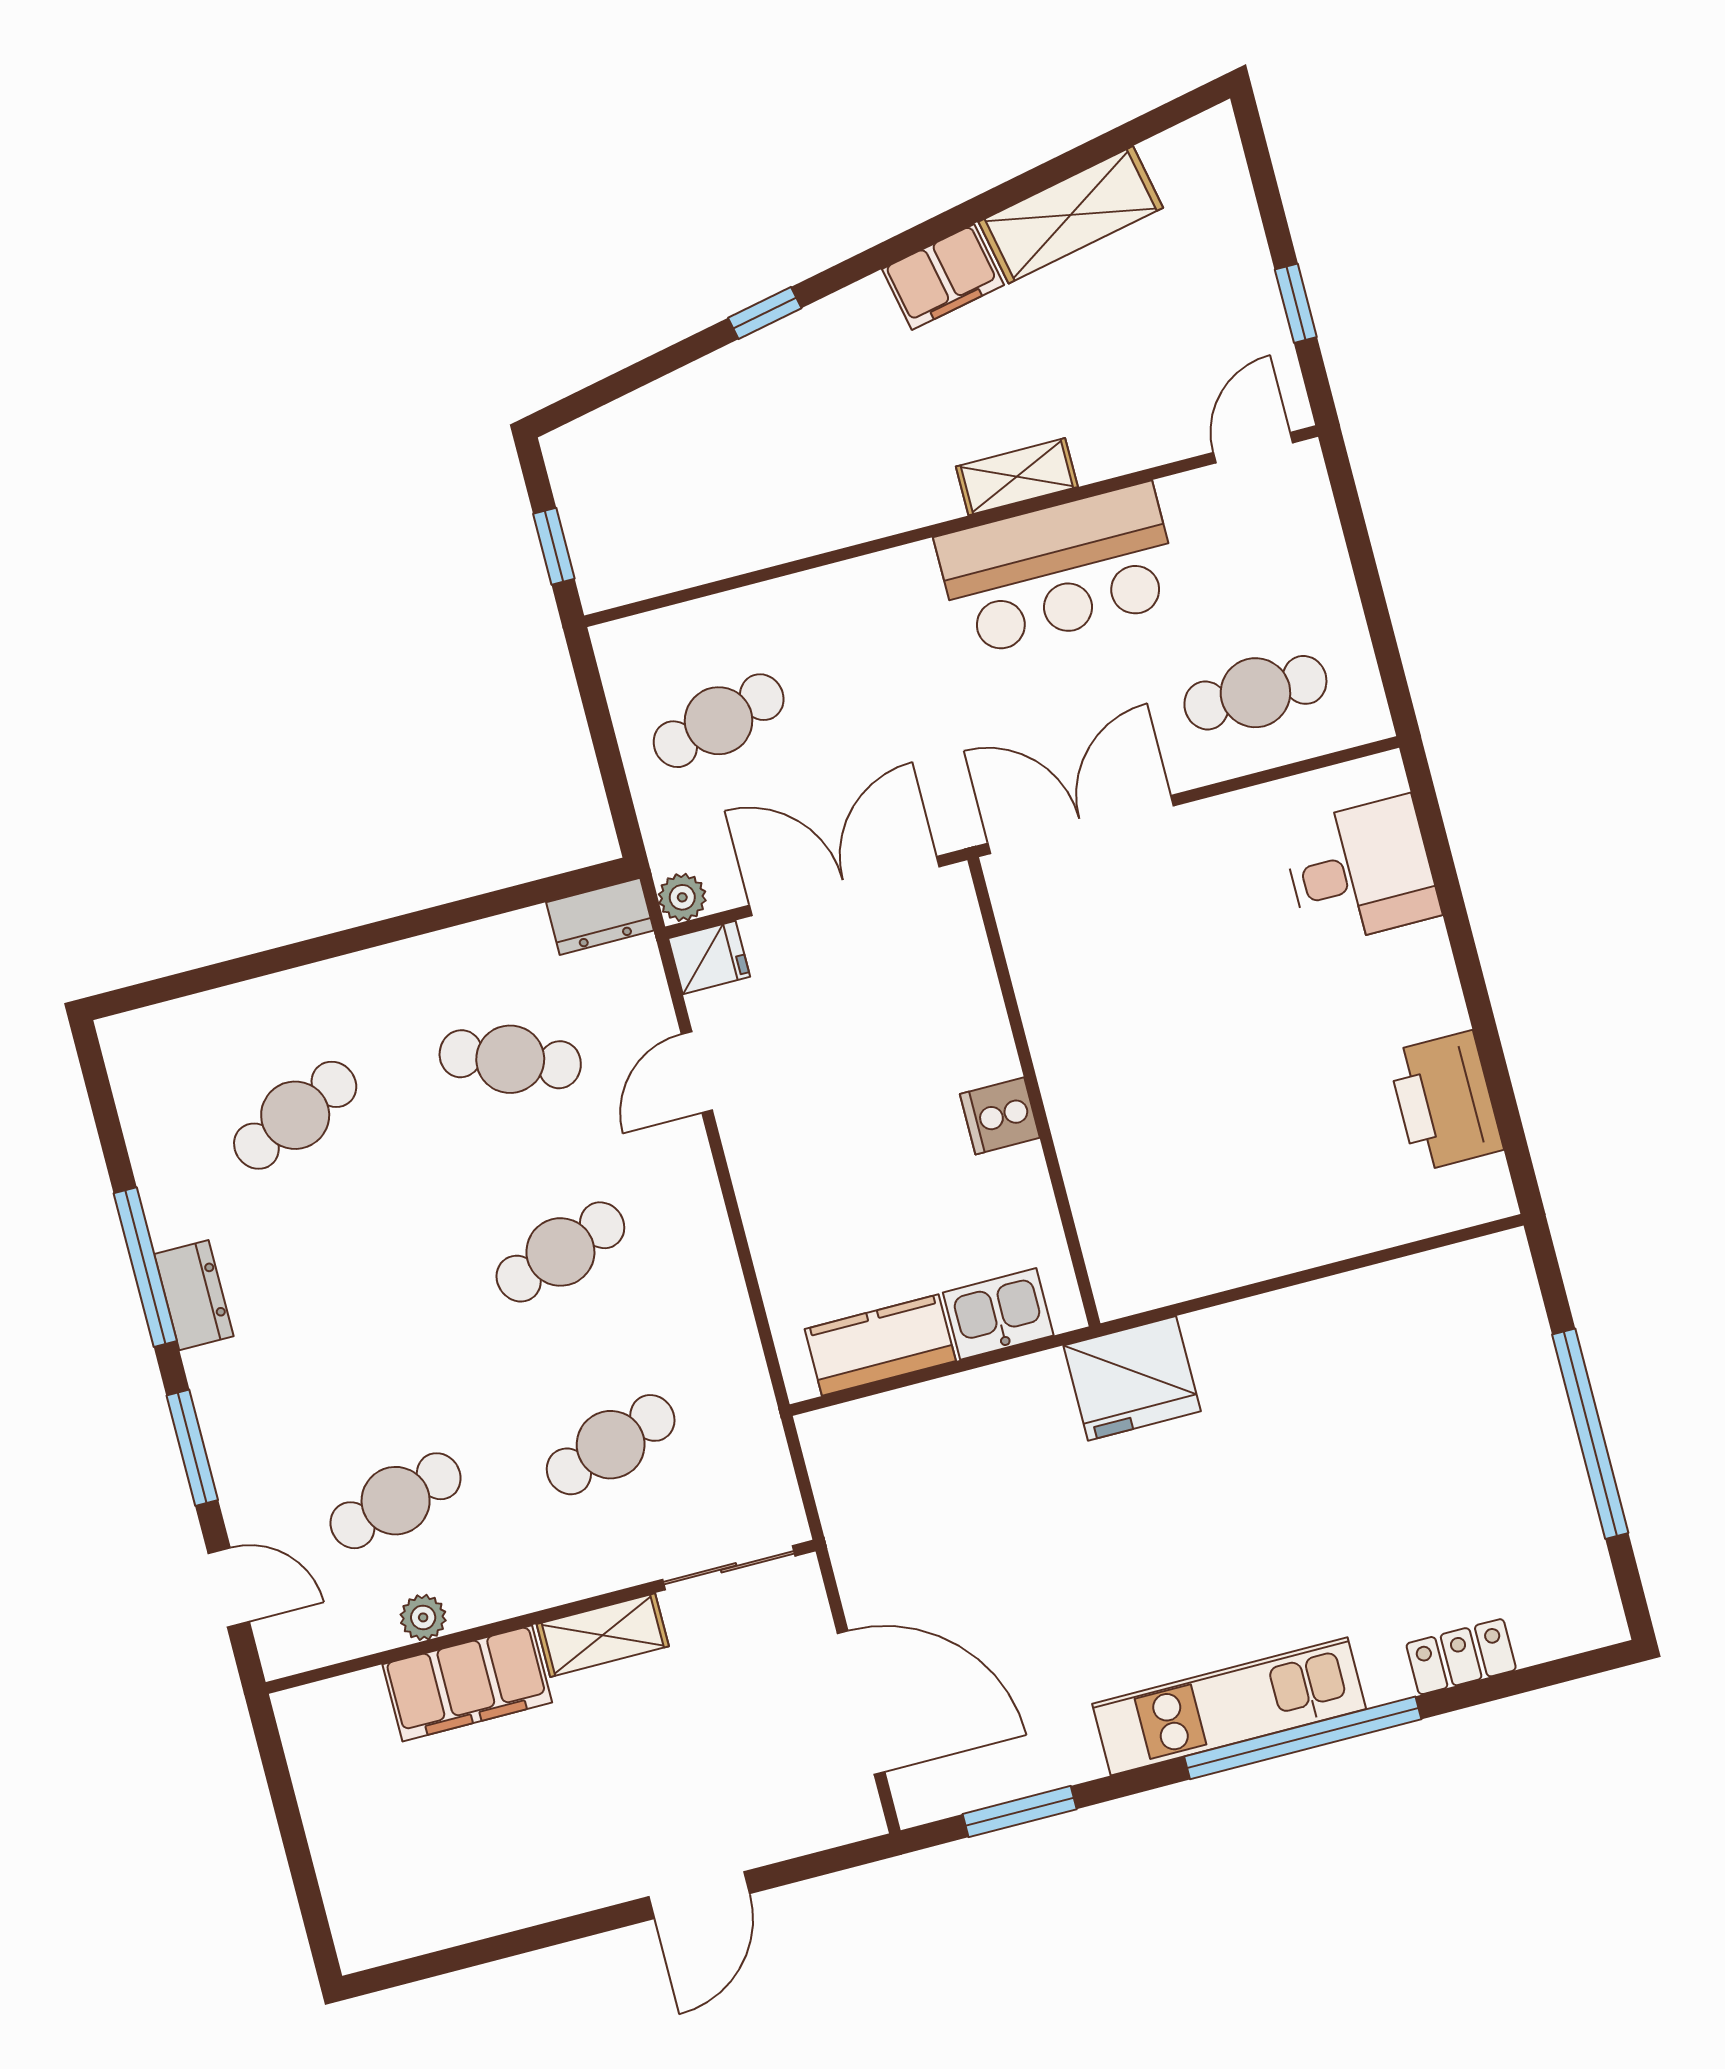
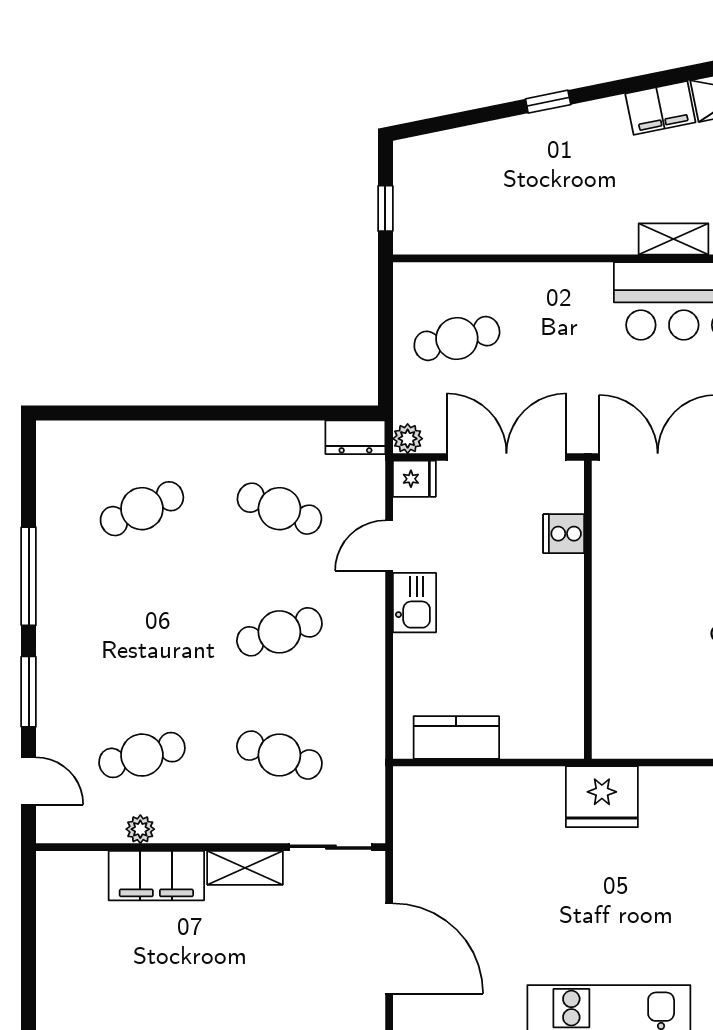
cooker: (1000, 1116) -> (564, 534), moved
dresser: (194, 1295) -> (53, 601), removed
kitchen sink: (998, 1314) -> (414, 603), moved, turned 90
cafe table: (611, 1445) -> (279, 755), turned 36

